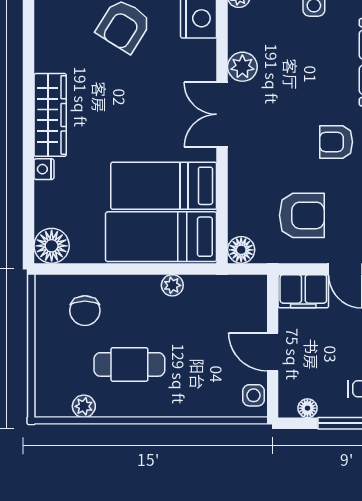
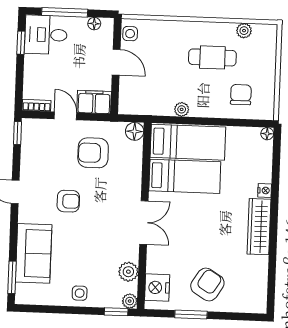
plant: (242, 67) -> (128, 272), moved
floor lamp: (52, 246) -> (267, 134), width x0.53, depth x0.53

